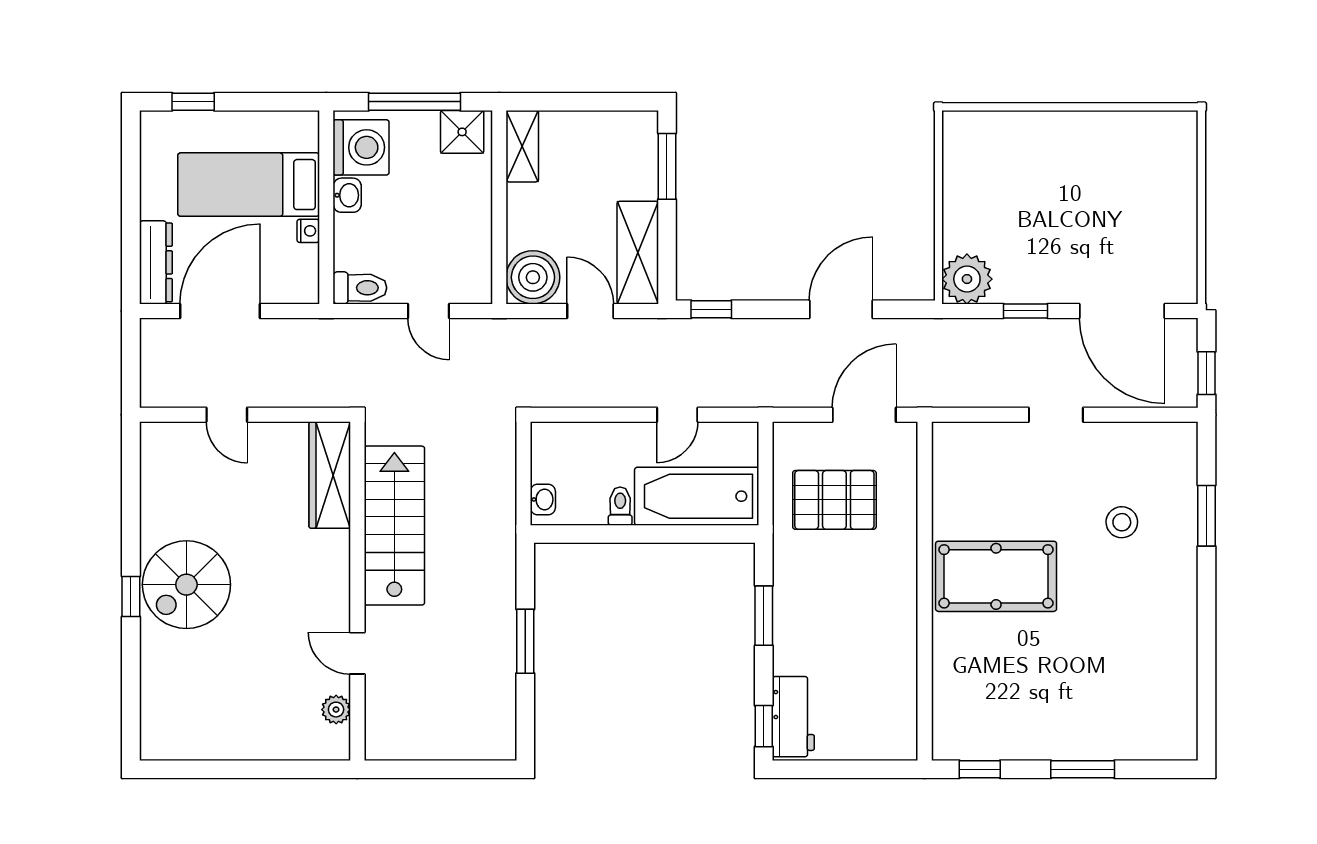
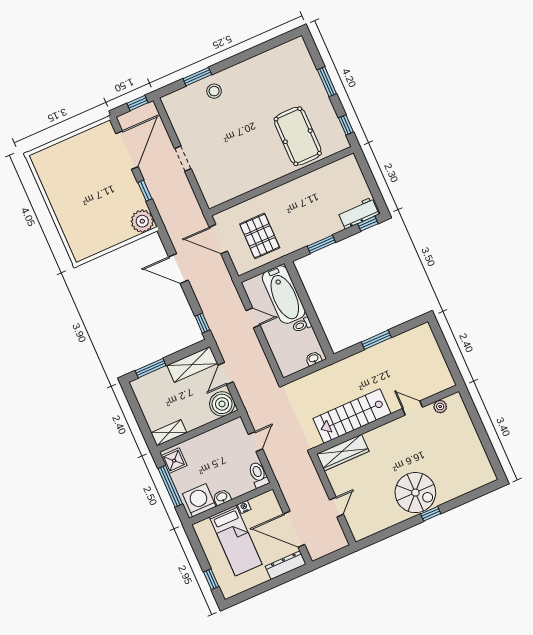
stool: (1122, 522) -> (214, 91), moved
pool table: (996, 576) -> (298, 136), moved
door: (357, 653) -> (413, 408), swing flipped

